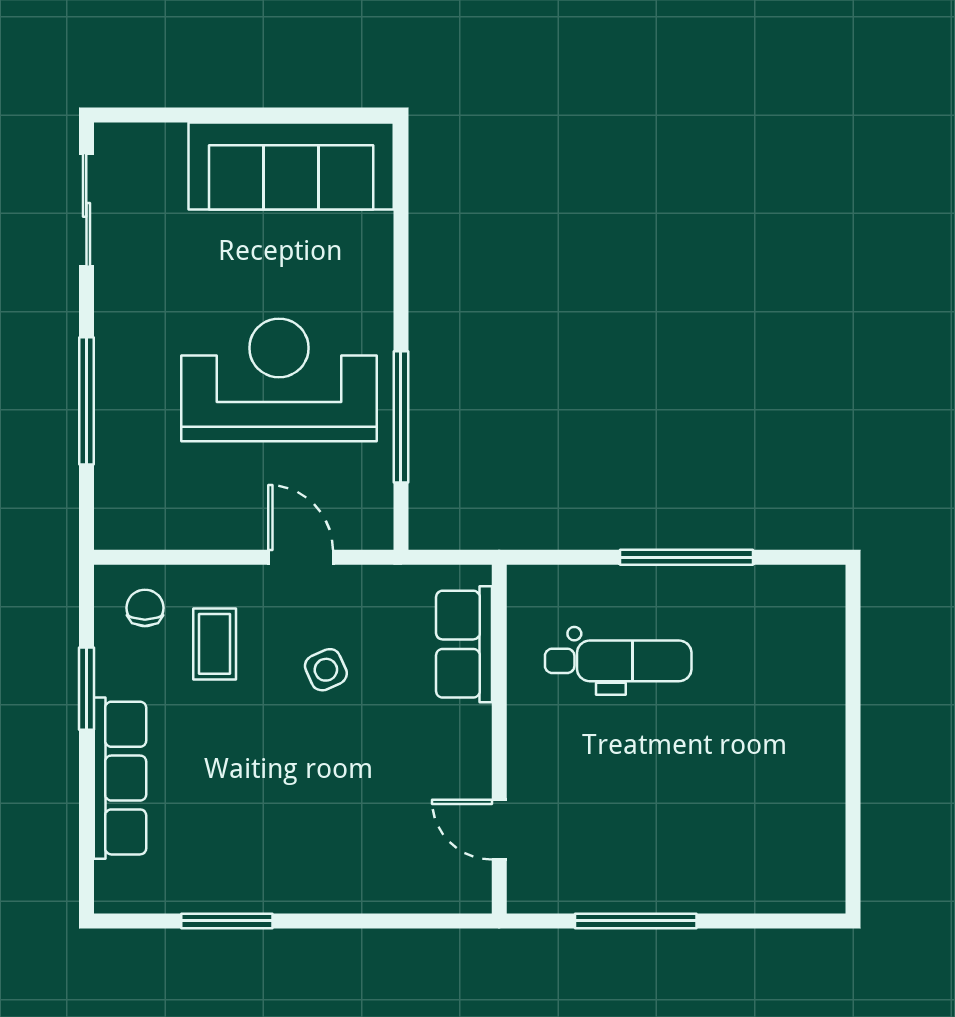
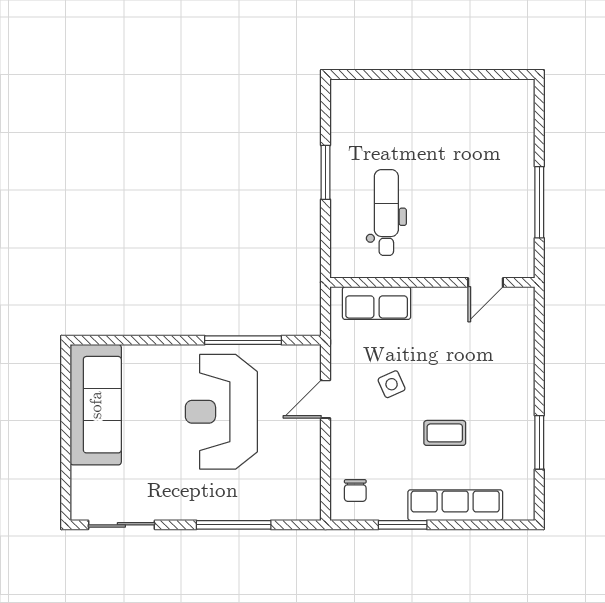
window: (686, 557) -> (326, 172), width x0.69
chair: (145, 608) -> (355, 490), turned -90
coffee table: (215, 644) -> (445, 433), moved

